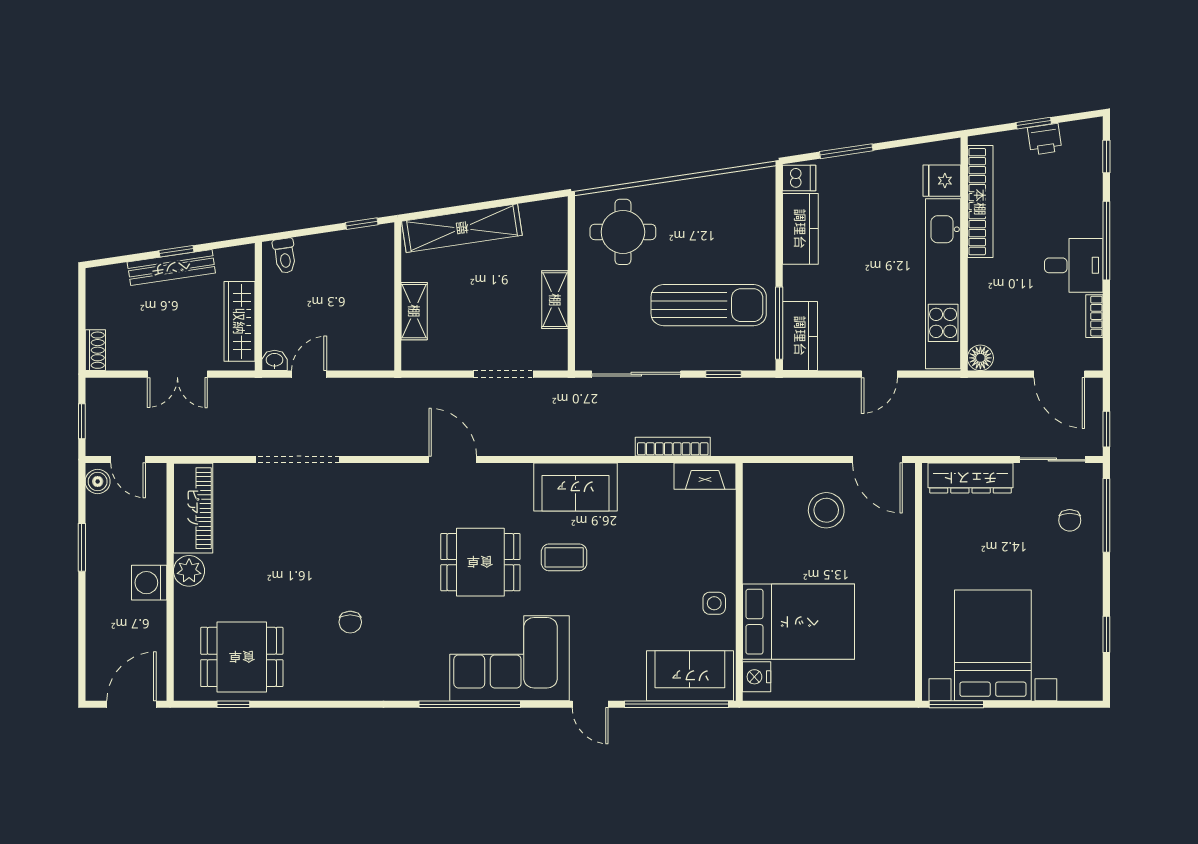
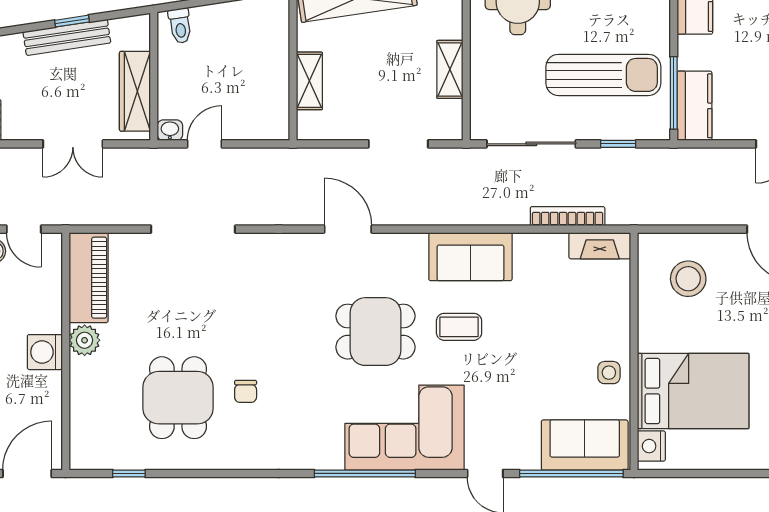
stool: (826, 510) -> (688, 279), moved
dining table: (242, 657) -> (178, 398), moved, turned 90

